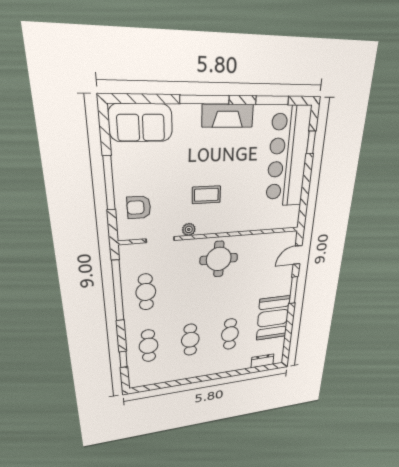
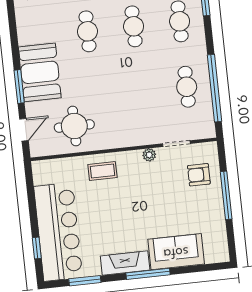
sofa: (141, 123) -> (176, 252), moved
coffee table: (206, 195) -> (102, 171), moved
armchair: (139, 207) -> (199, 175), turned 180
round table: (219, 259) -> (74, 126), moved
booth: (273, 318) -> (40, 72), moved

